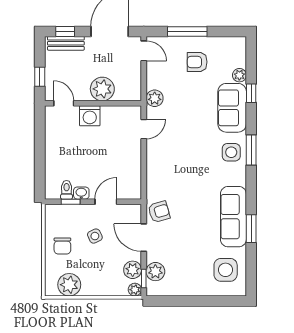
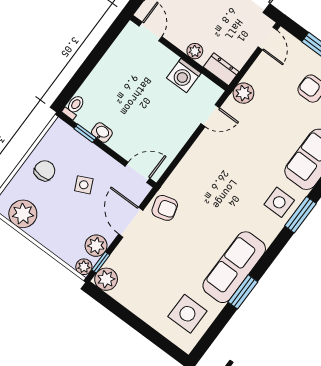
plant: (102, 89) -> (195, 51), width x0.53, depth x0.53
dresser: (128, 94) -> (221, 69), added
washing machine: (90, 116) -> (184, 76), moved
toilet: (67, 190) -> (74, 107), moved
door: (106, 202) -> (138, 172), moved
chair: (62, 246) -> (45, 171), turned 180
plant: (155, 272) -> (106, 279), moved

